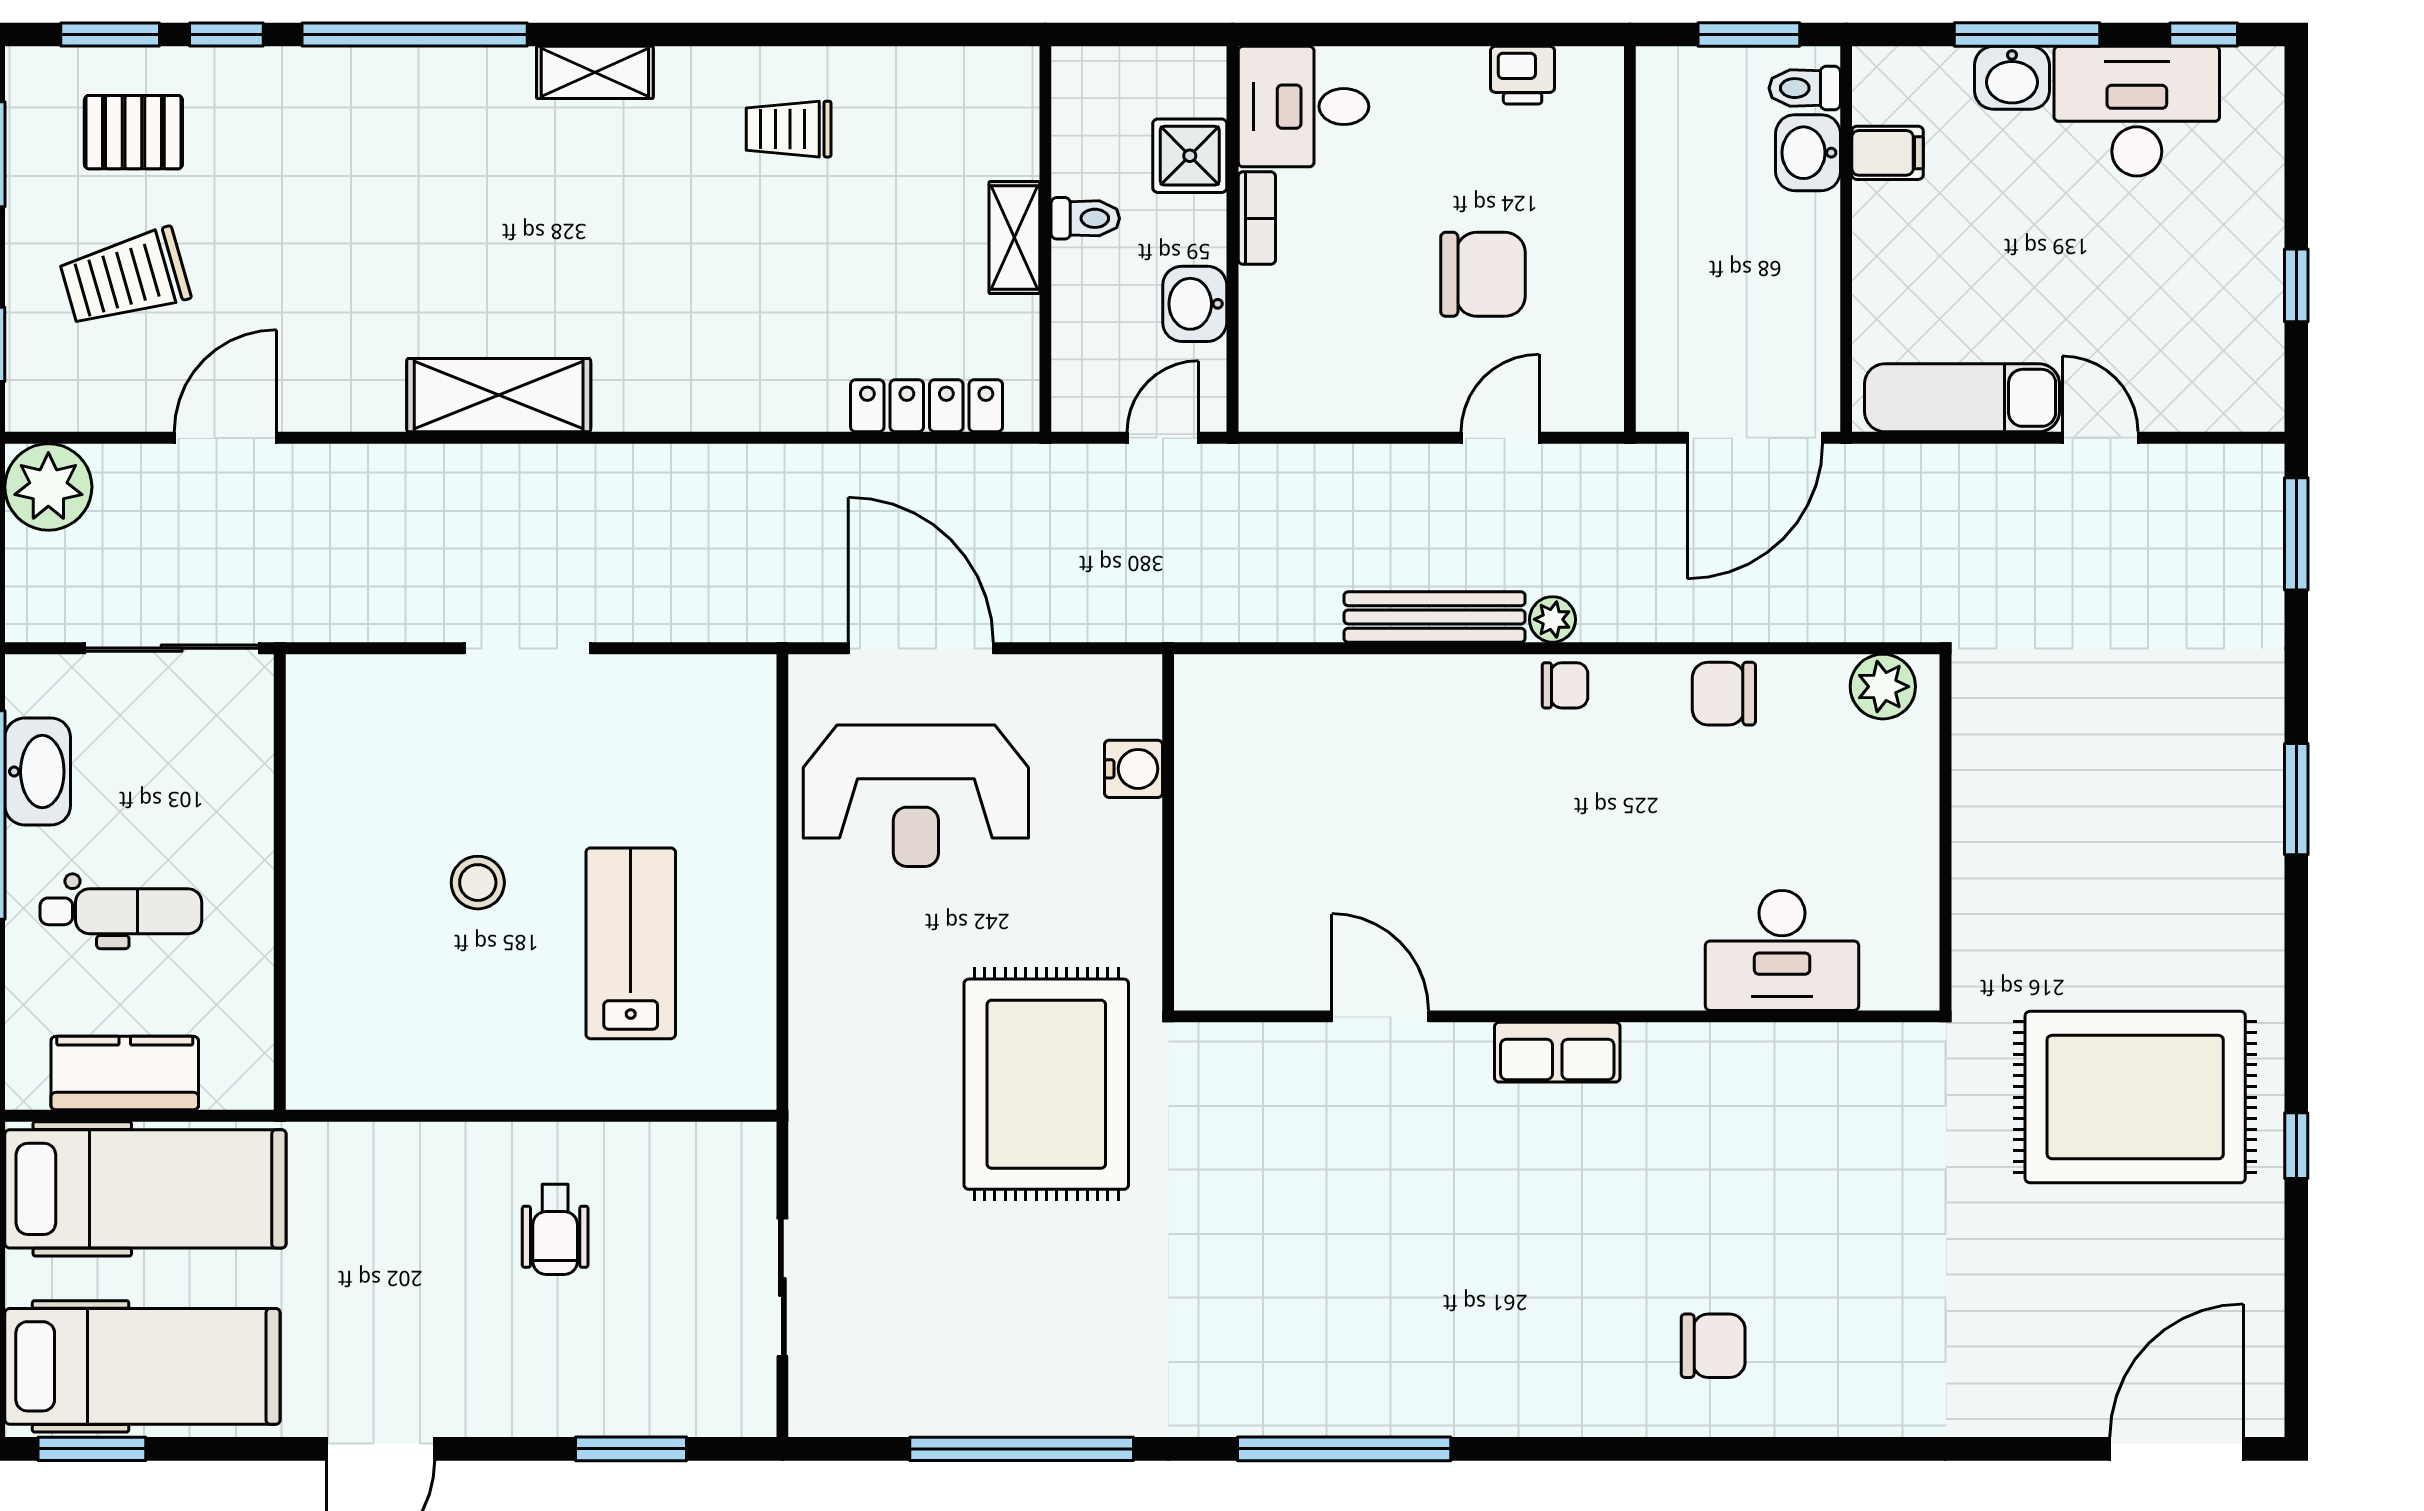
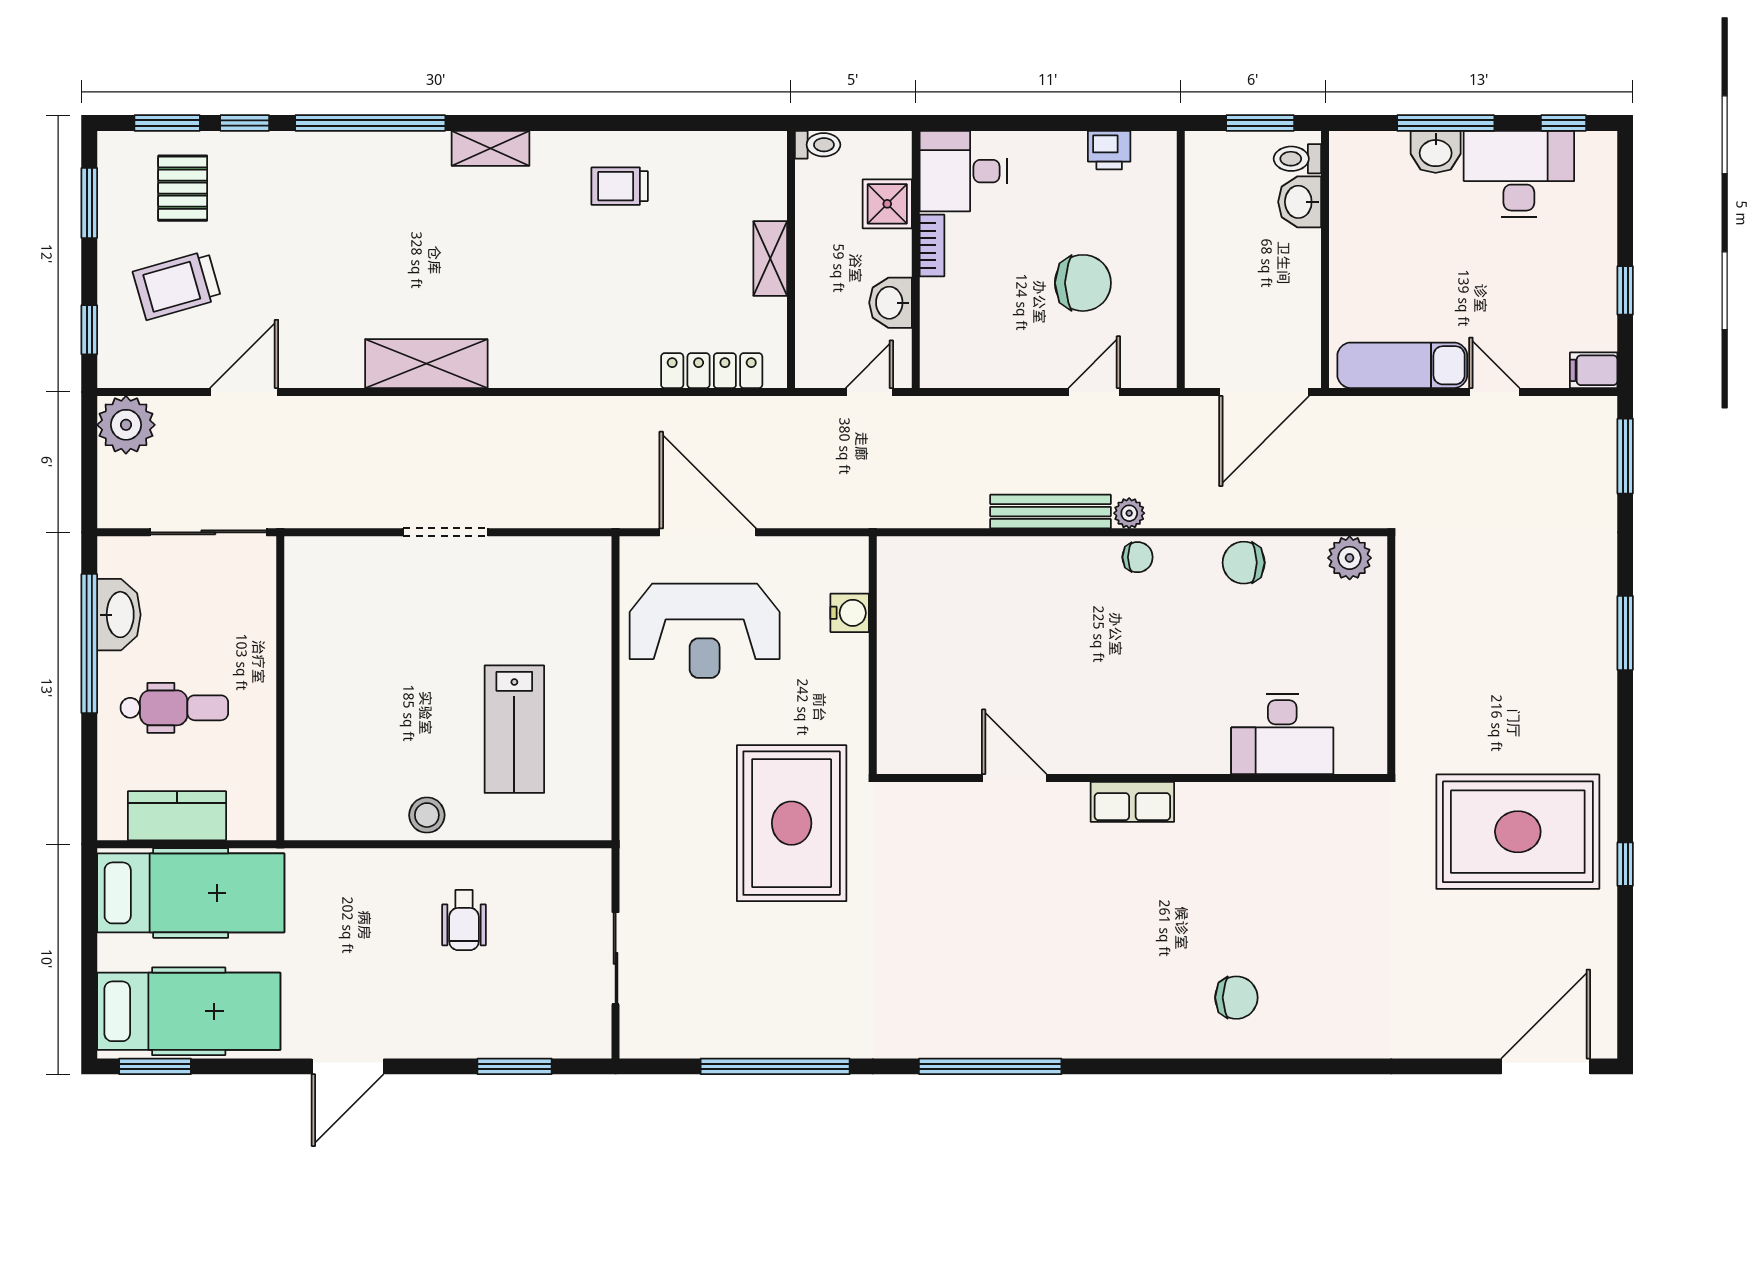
pallet: (133, 132) -> (183, 188), turned 90
filing cabinet: (1888, 153) -> (1594, 370), moved, turned 180
toilet: (1085, 218) -> (818, 145), moved
stool: (478, 883) -> (427, 815), moved
lab bench: (631, 943) -> (514, 729), turned 180

